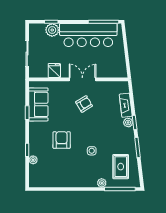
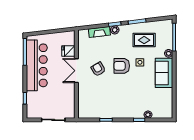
plant: (52, 30) -> (32, 98), removed
fridge: (54, 70) -> (68, 51), moved
sofa: (38, 104) -> (164, 73), moved, turned -90
armchair: (62, 140) -> (122, 66), moved
rug: (121, 167) -> (144, 40), moved

